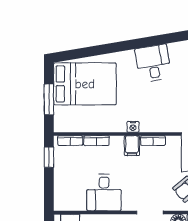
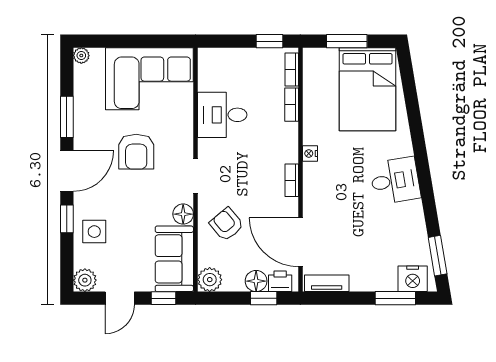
filing cabinet: (132, 146) -> (285, 152), removed

